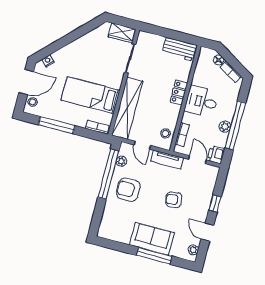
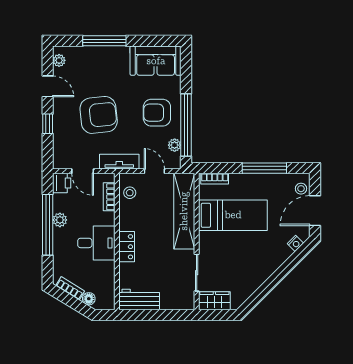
armchair: (128, 190) -> (157, 113), turned 180
armchair: (174, 200) -> (99, 115), width x1.88, depth x1.88
sofa: (152, 239) -> (156, 61), moved

